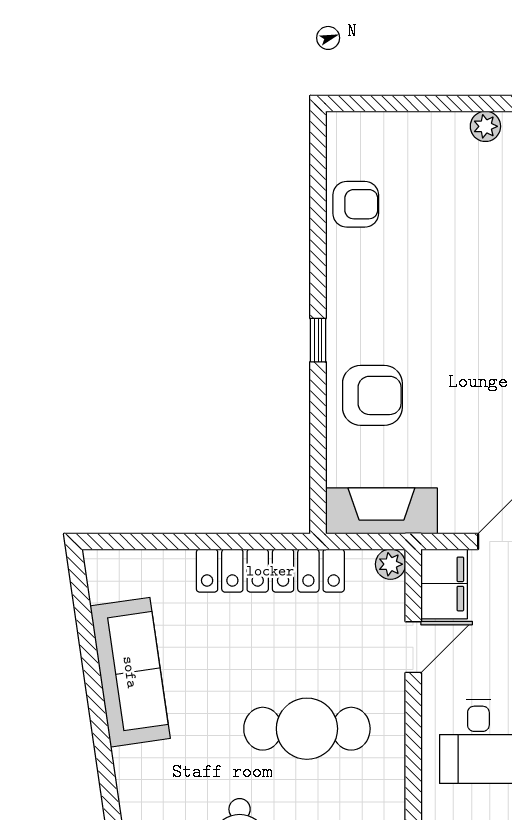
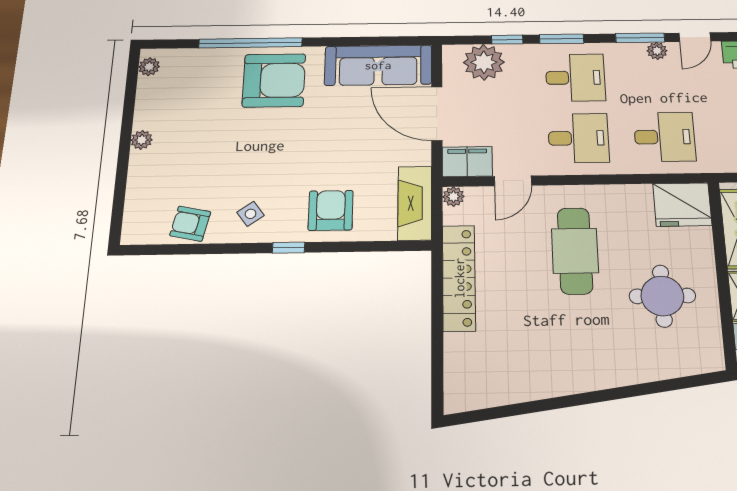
armchair: (356, 204) -> (190, 224), turned -78
side table: (369, 286) -> (251, 214), added
door: (413, 647) -> (513, 181), swing flipped
sofa: (130, 672) -> (538, 377), removed

